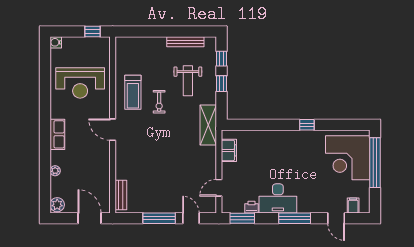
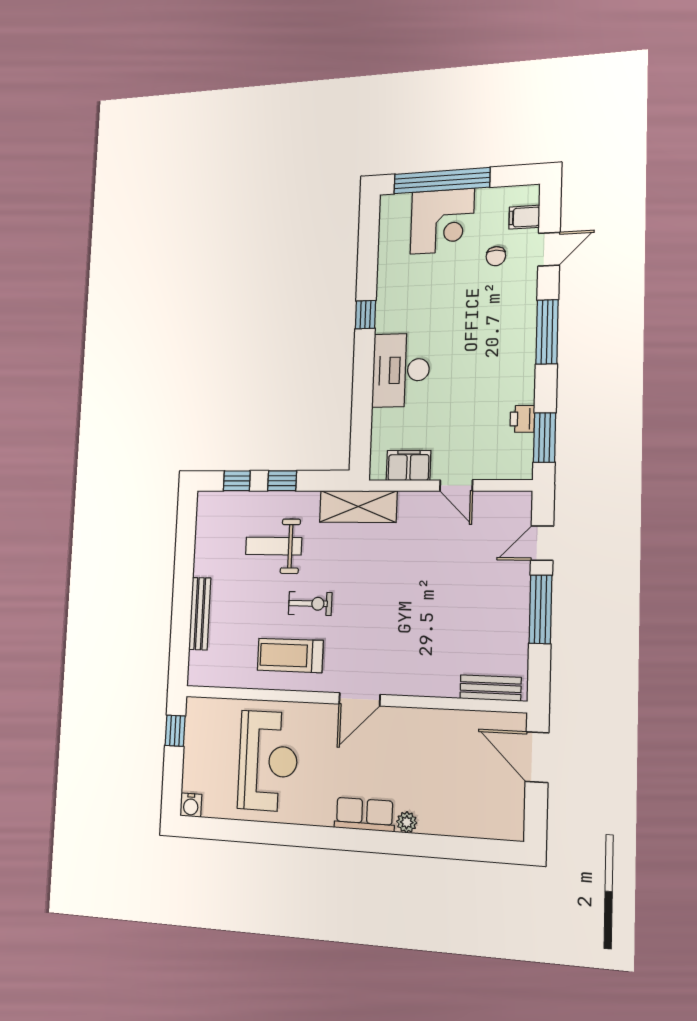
bench: (185, 42) -> (200, 614), moved
weight bench: (188, 81) -> (274, 546), turned 180
treadmill: (133, 92) -> (290, 655), turned 180
corner desk: (348, 158) -> (442, 221), width x0.74, depth x0.74
plant: (55, 171) -> (407, 822), moved
door: (219, 188) -> (456, 485), moved
chair: (334, 192) -> (496, 256), added
desk: (278, 198) -> (401, 370), moved, turned 180
plant: (57, 205) -> (507, 825), removed
door: (90, 218) -> (537, 757), hinge flipped

